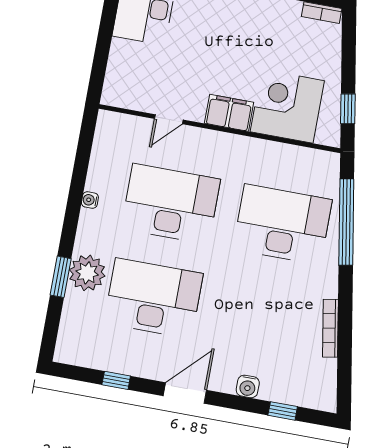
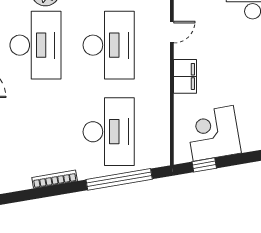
corner desk: (287, 106) -> (213, 133), moved, turned -100
door: (169, 119) -> (172, 32), swing flipped
bookcase: (330, 328) -> (55, 179), moved

